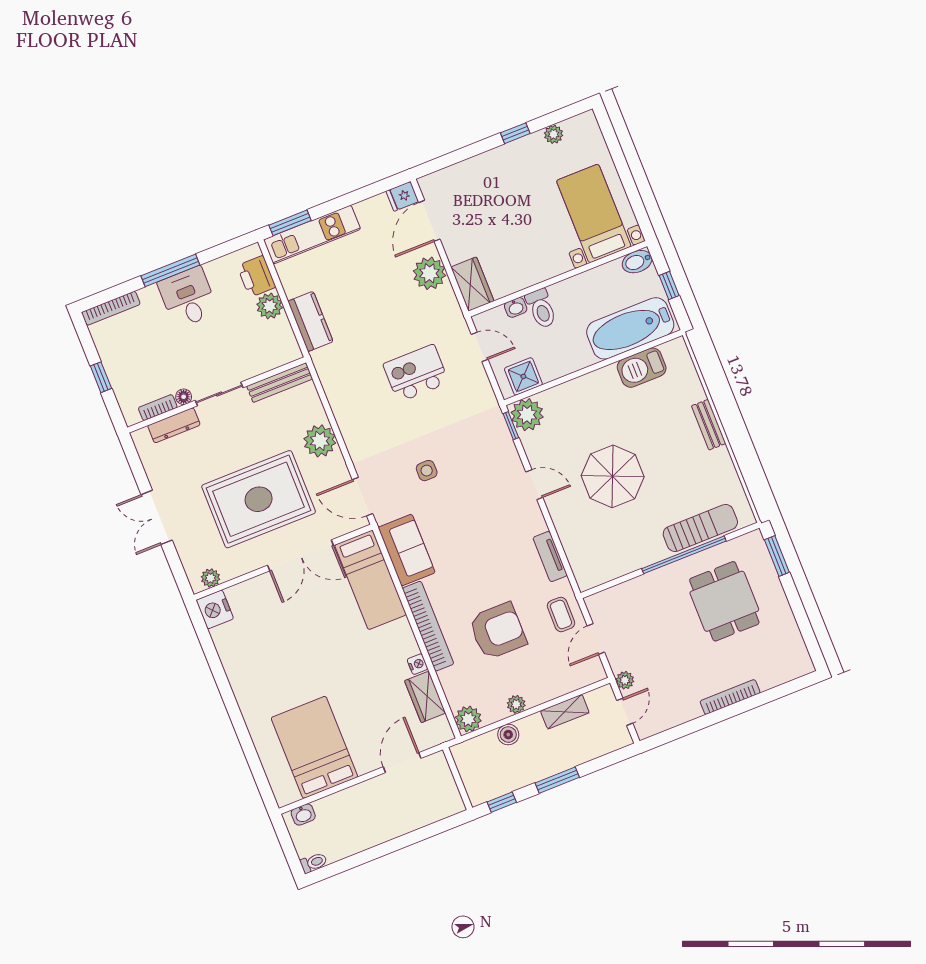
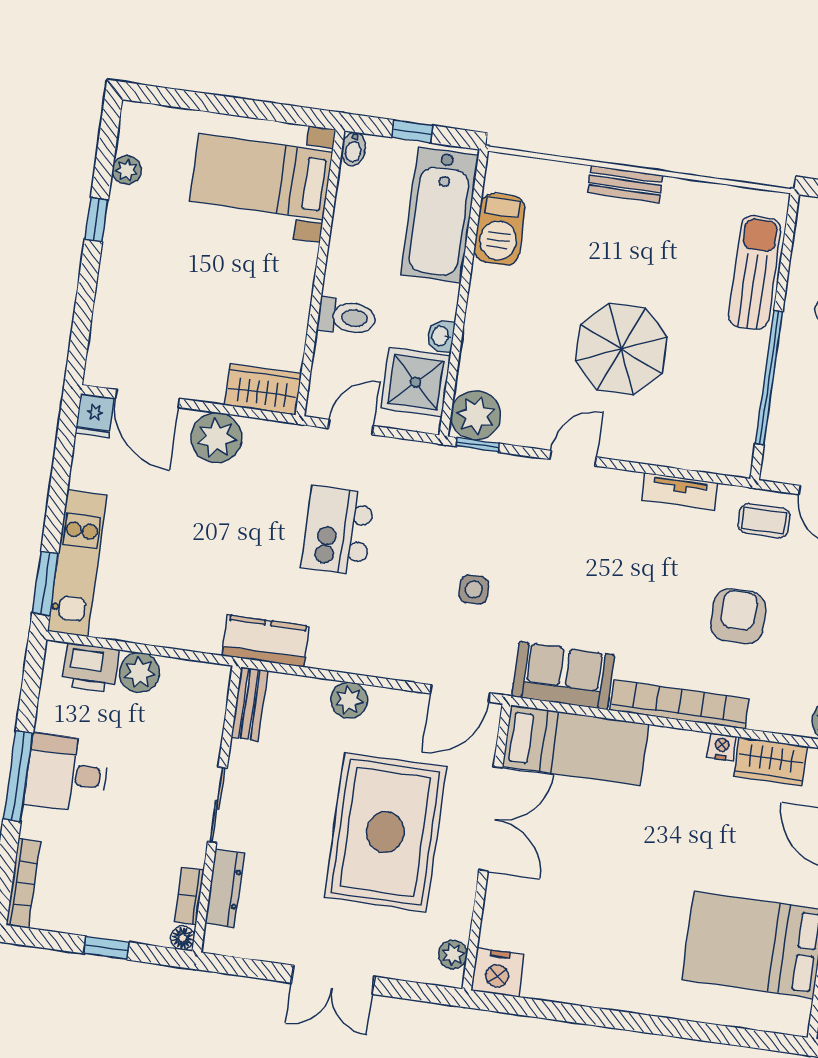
bidet: (637, 262) -> (353, 149), width x0.72, depth x0.74
washbasin: (516, 307) -> (441, 336), moved, turned 180
kitchen counter: (310, 321) -> (266, 641), moved
shower: (523, 376) -> (416, 382), width x1.36, depth x1.36
bench: (280, 383) -> (249, 704), width x0.73
floor lamp: (184, 397) -> (183, 938), moved
plant: (320, 441) -> (349, 700), width x0.73, depth x0.73
window: (684, 555) -> (769, 378), moved
armchair: (498, 631) -> (738, 616), width x0.73, depth x0.73

